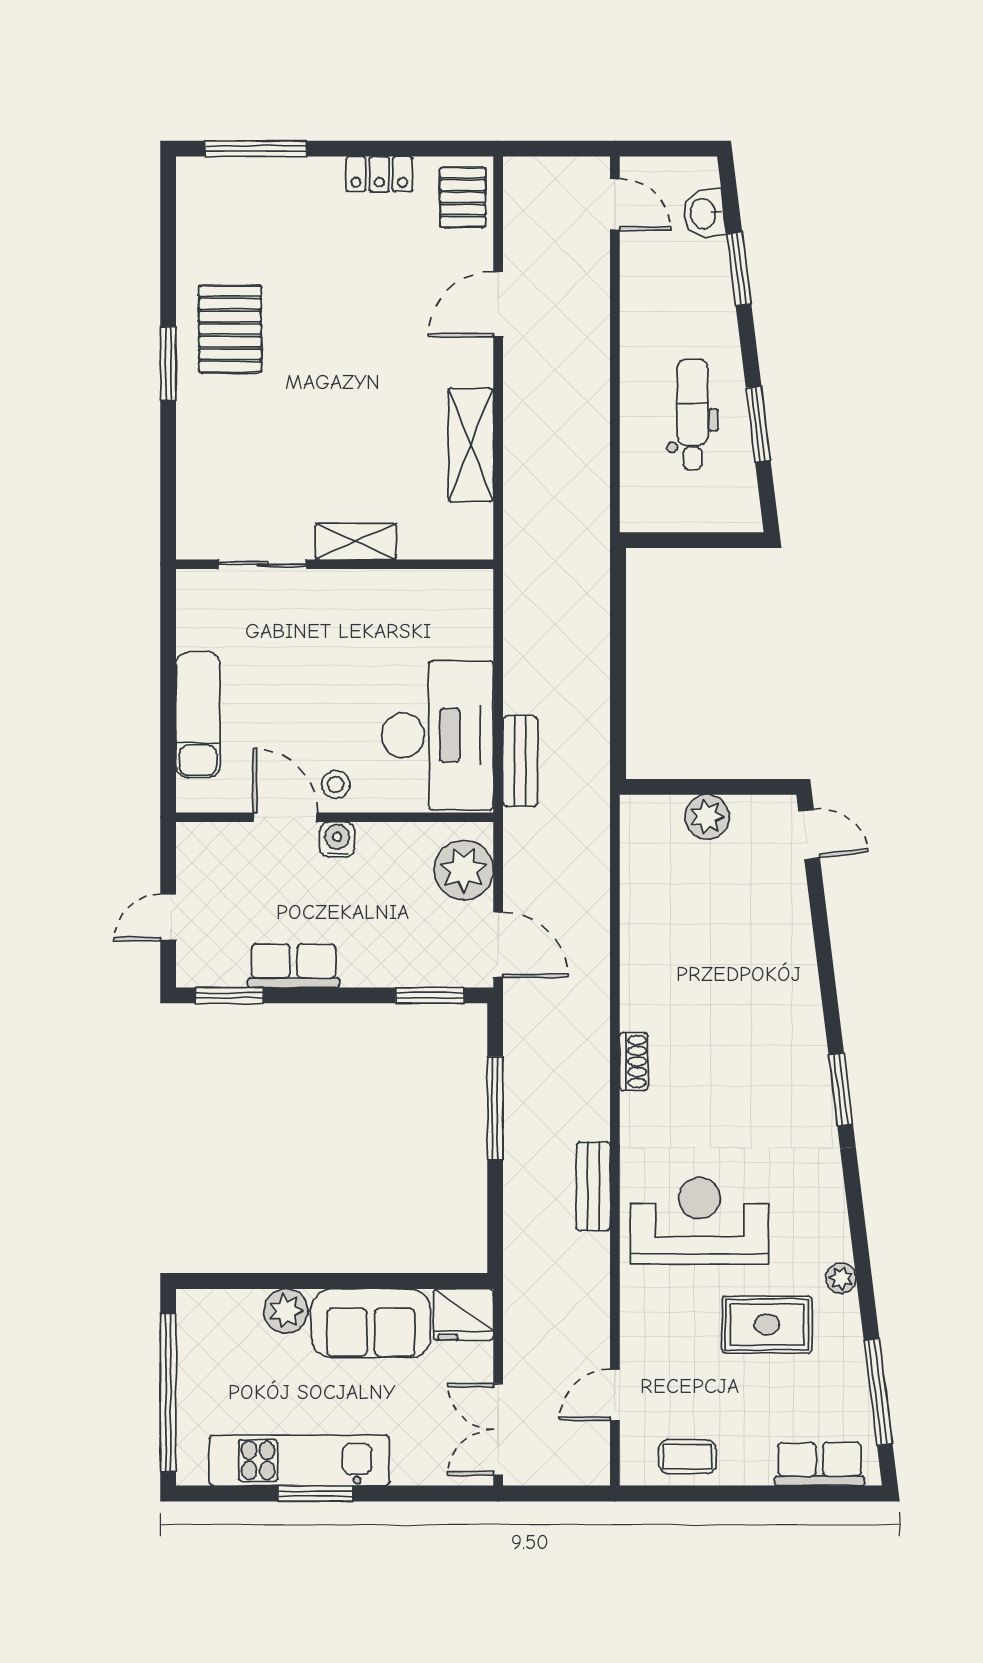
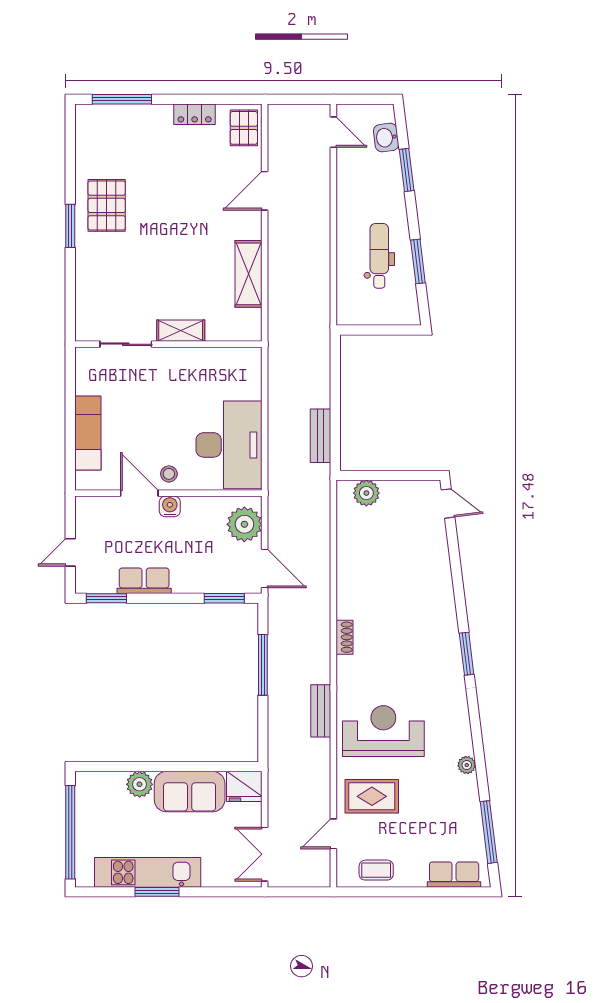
bench: (520, 761) -> (321, 436), moved
plant: (707, 817) -> (366, 493), moved
rug: (767, 1325) -> (372, 796), moved

